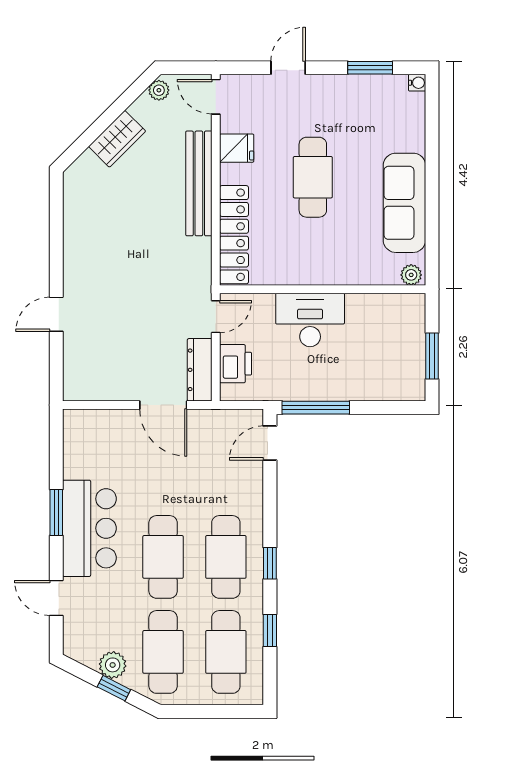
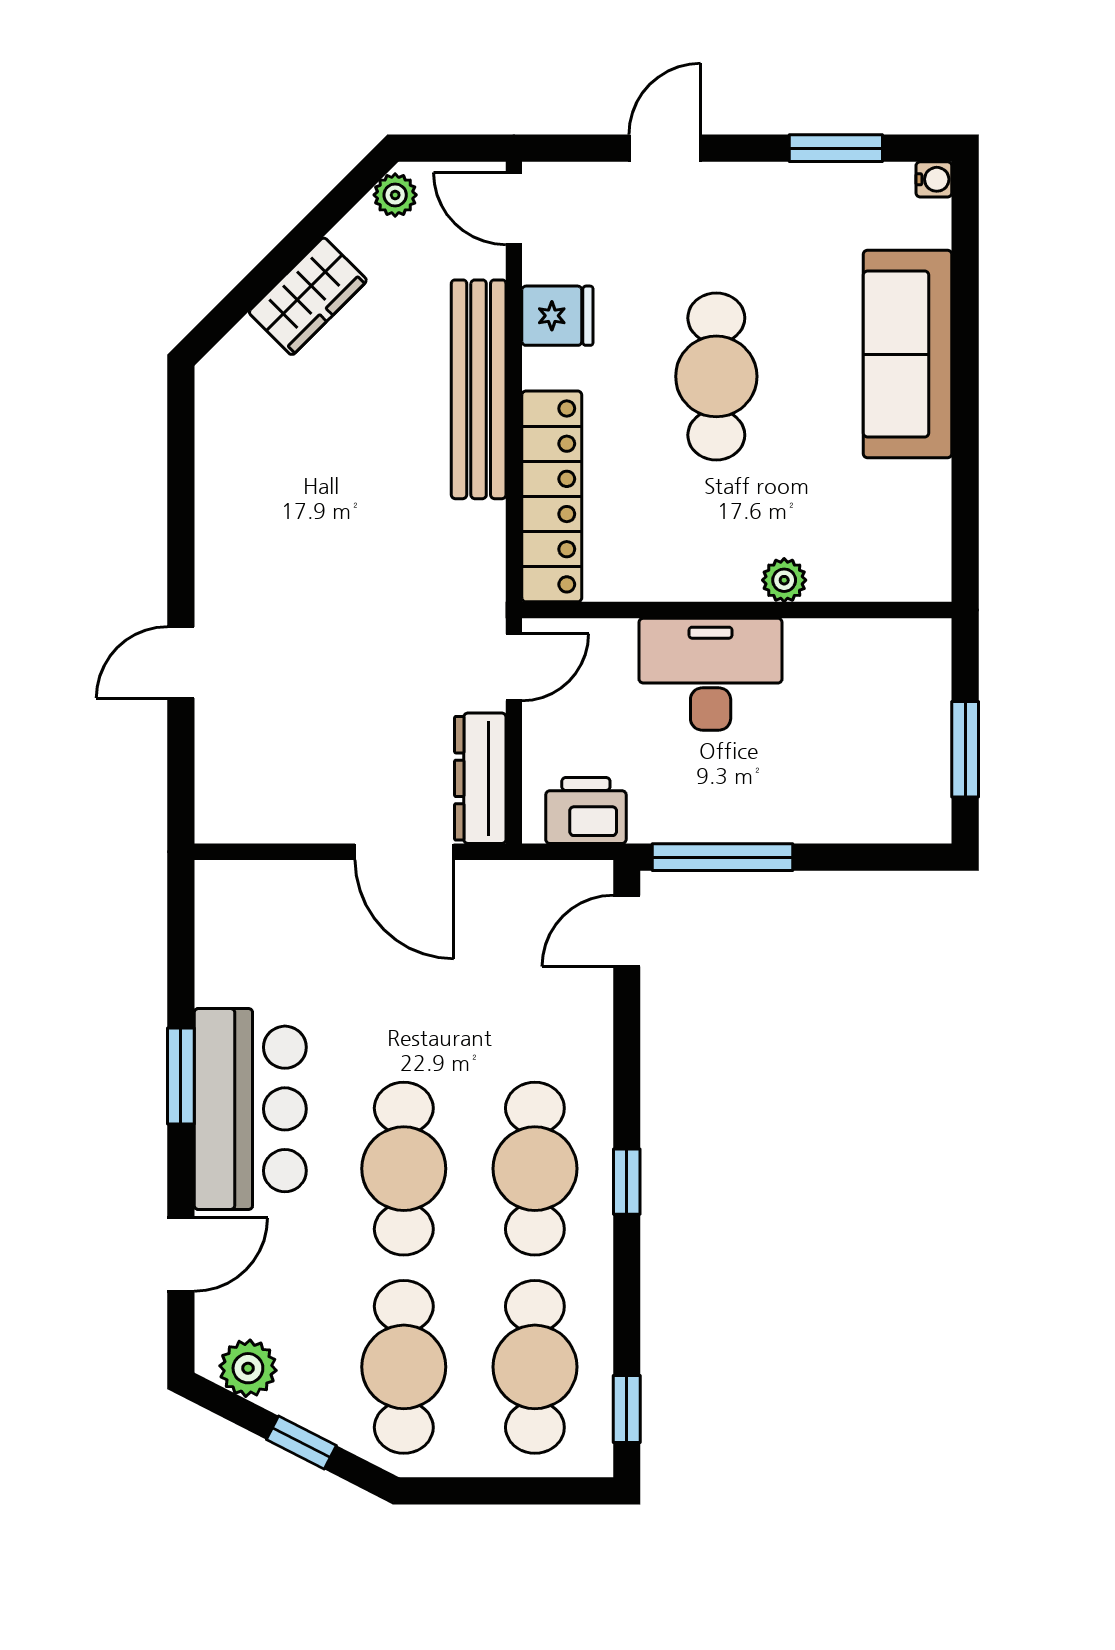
sofa: (404, 203) -> (907, 354), moved
plant: (411, 275) -> (784, 580), moved
printer: (236, 364) -> (586, 811), moved, turned -90
door: (56, 598) -> (181, 1254), swing flipped
window: (270, 631) -> (627, 1409), moved
plant: (113, 665) -> (248, 1368), moved

